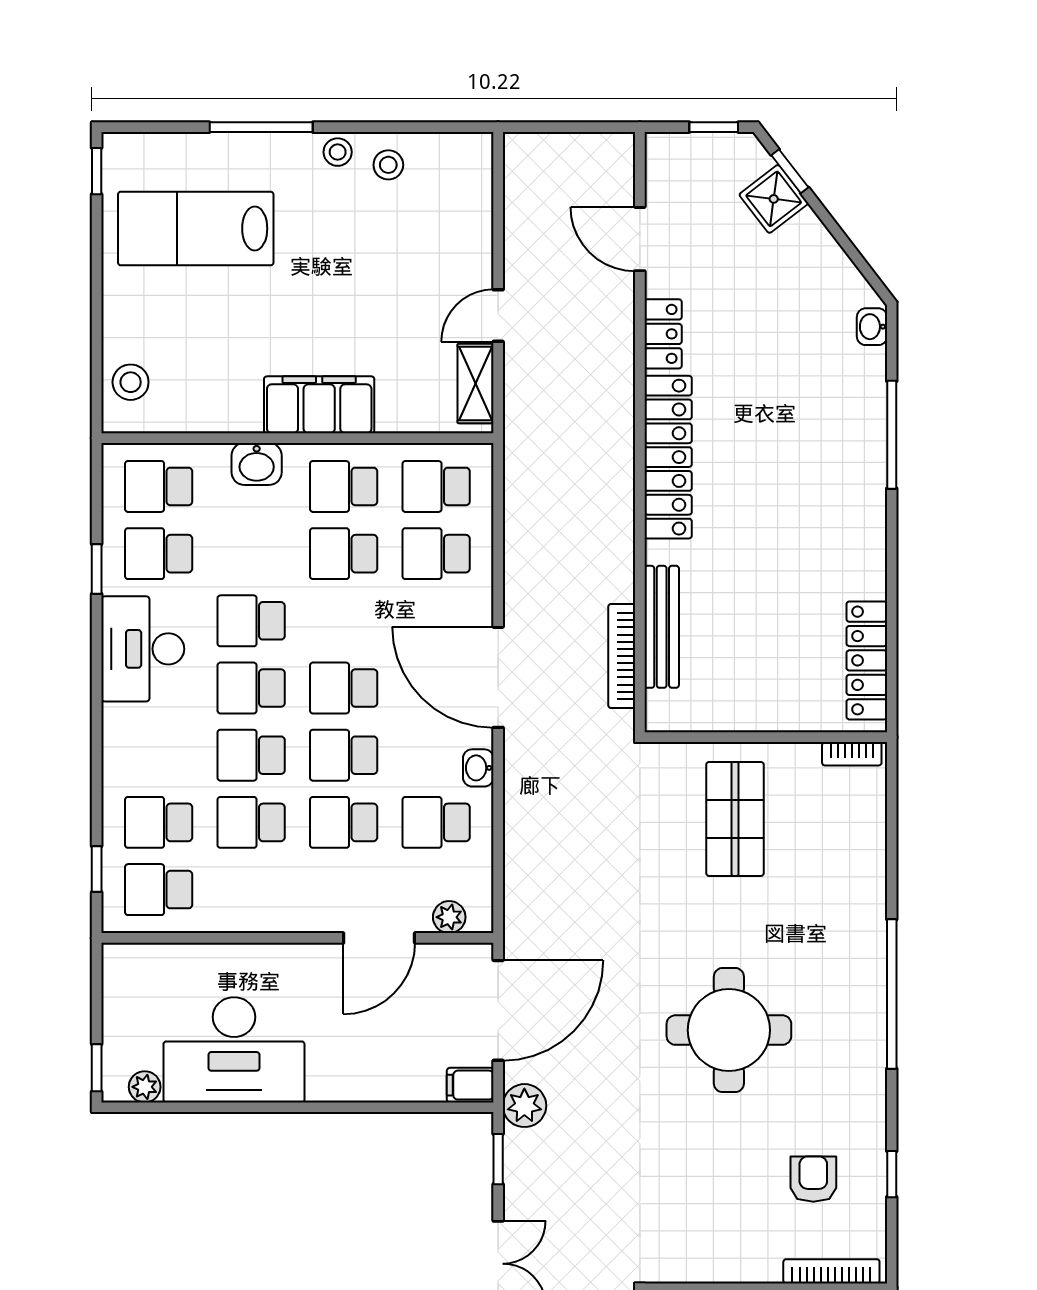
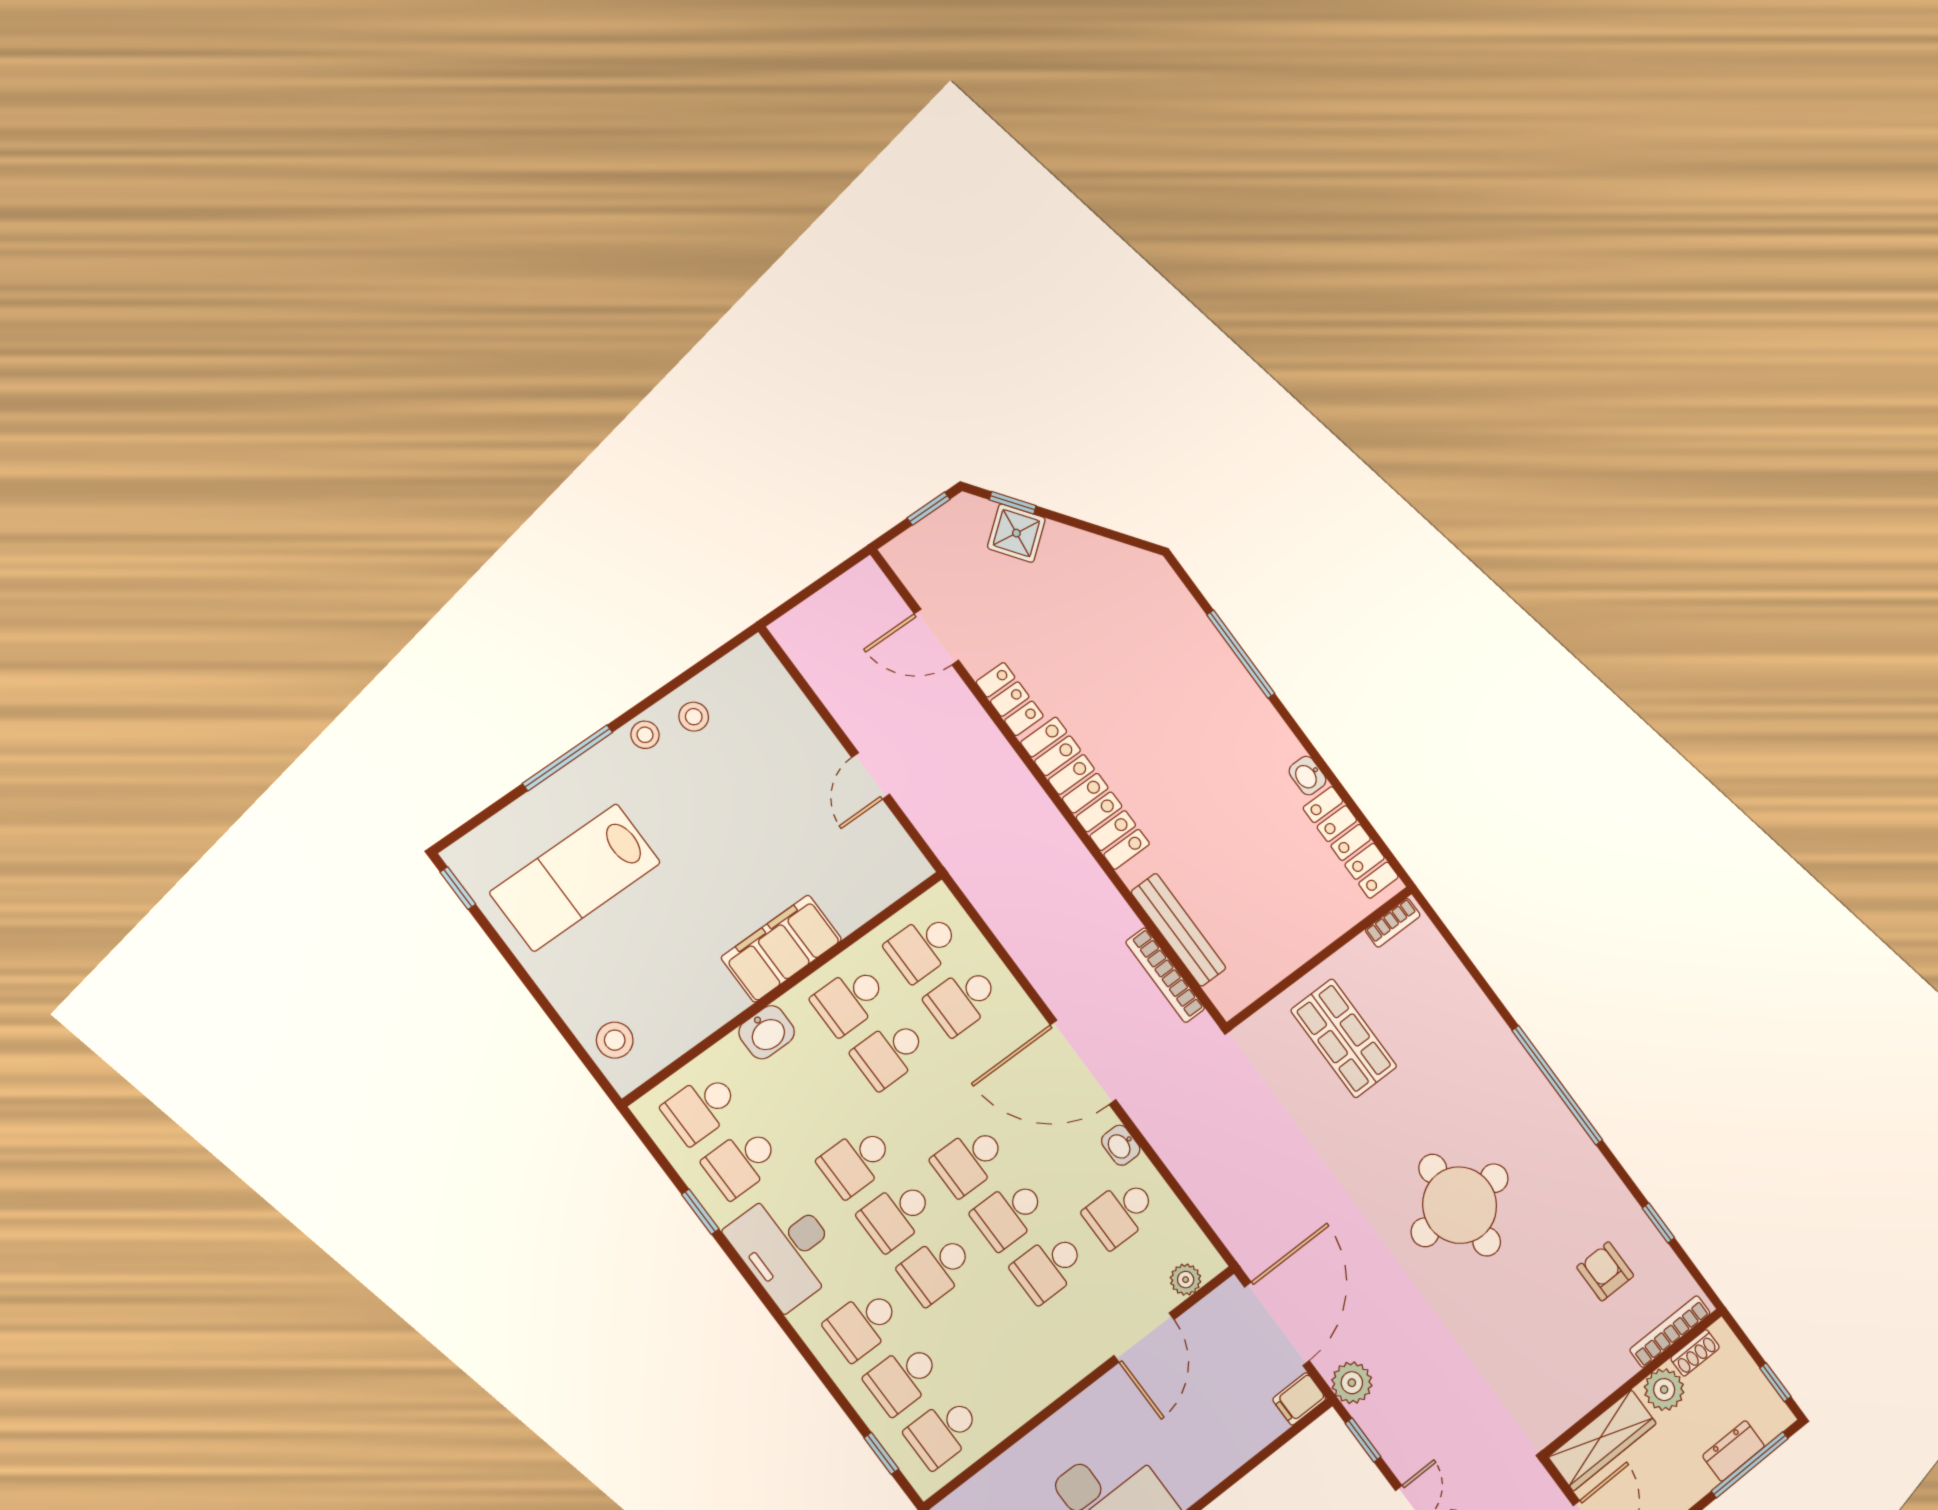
washbasin: (872, 327) -> (1308, 776), moved
shelving: (475, 384) -> (893, 843), removed
school desk: (251, 822) -> (863, 1324), moved

